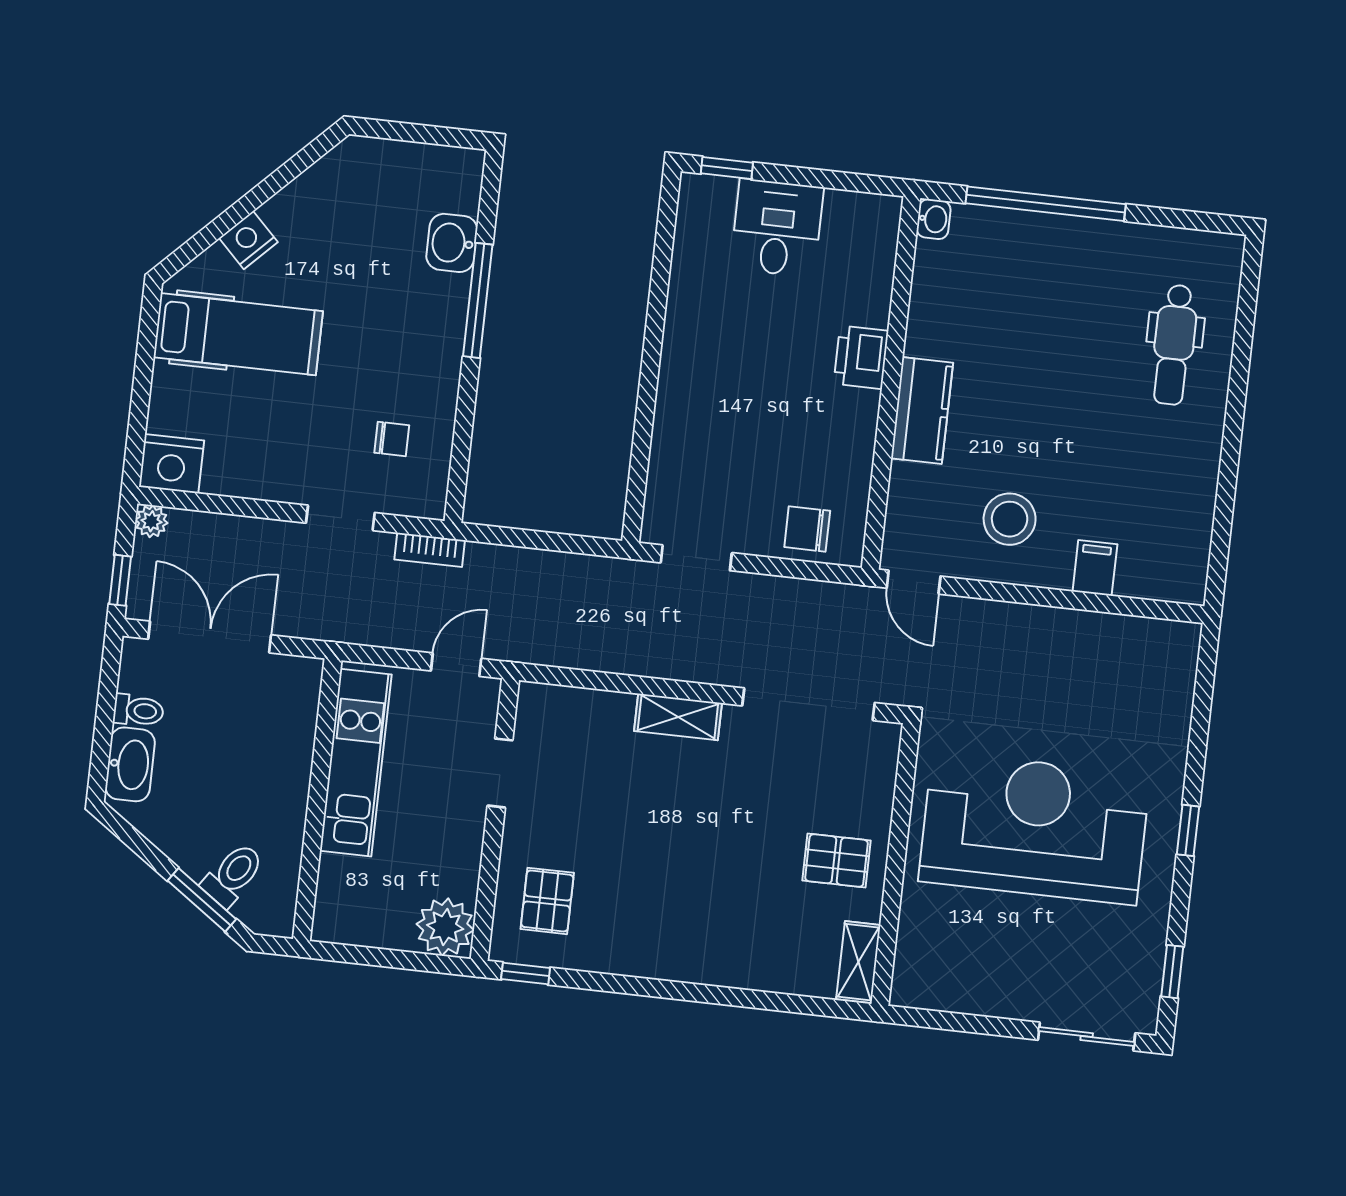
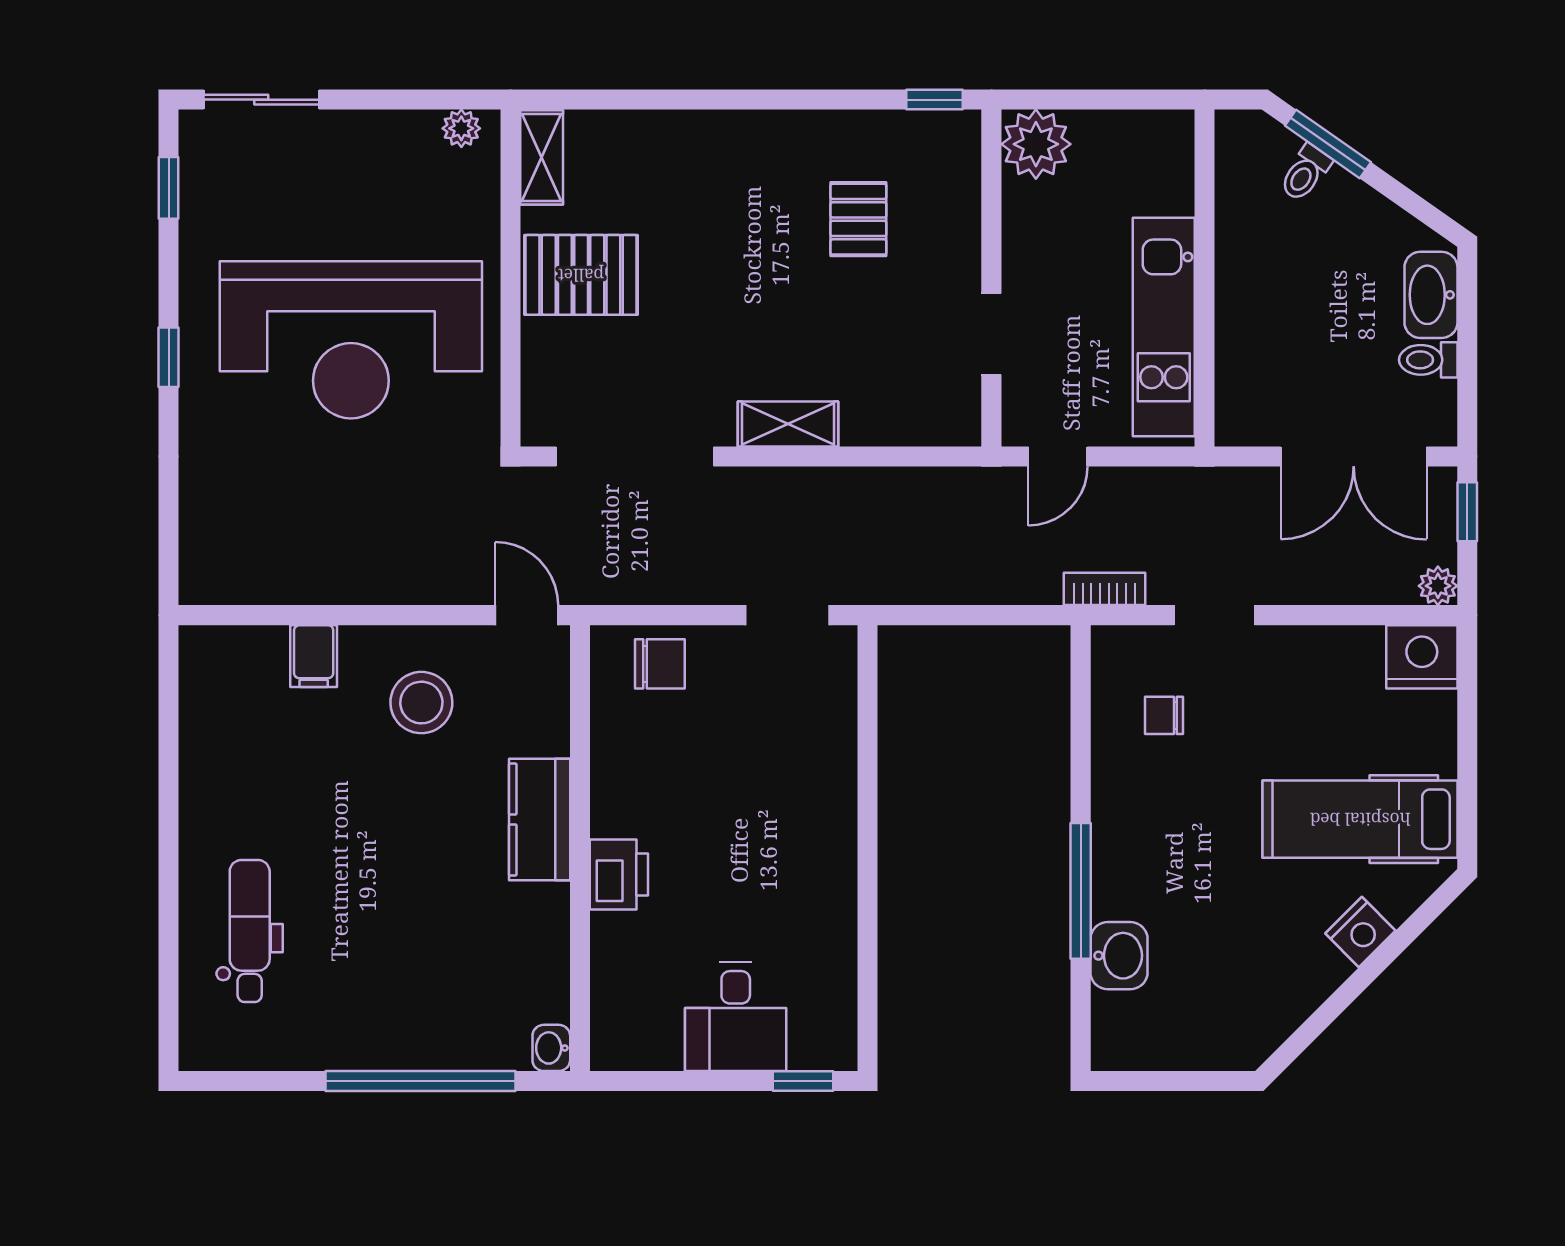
pallet: (836, 861) -> (581, 275), width x1.50, depth x1.42
toilet: (233, 875) -> (1305, 173), width x0.73, depth x0.72
pallet: (547, 901) -> (858, 219), moved
plant: (923, 994) -> (461, 128), added

